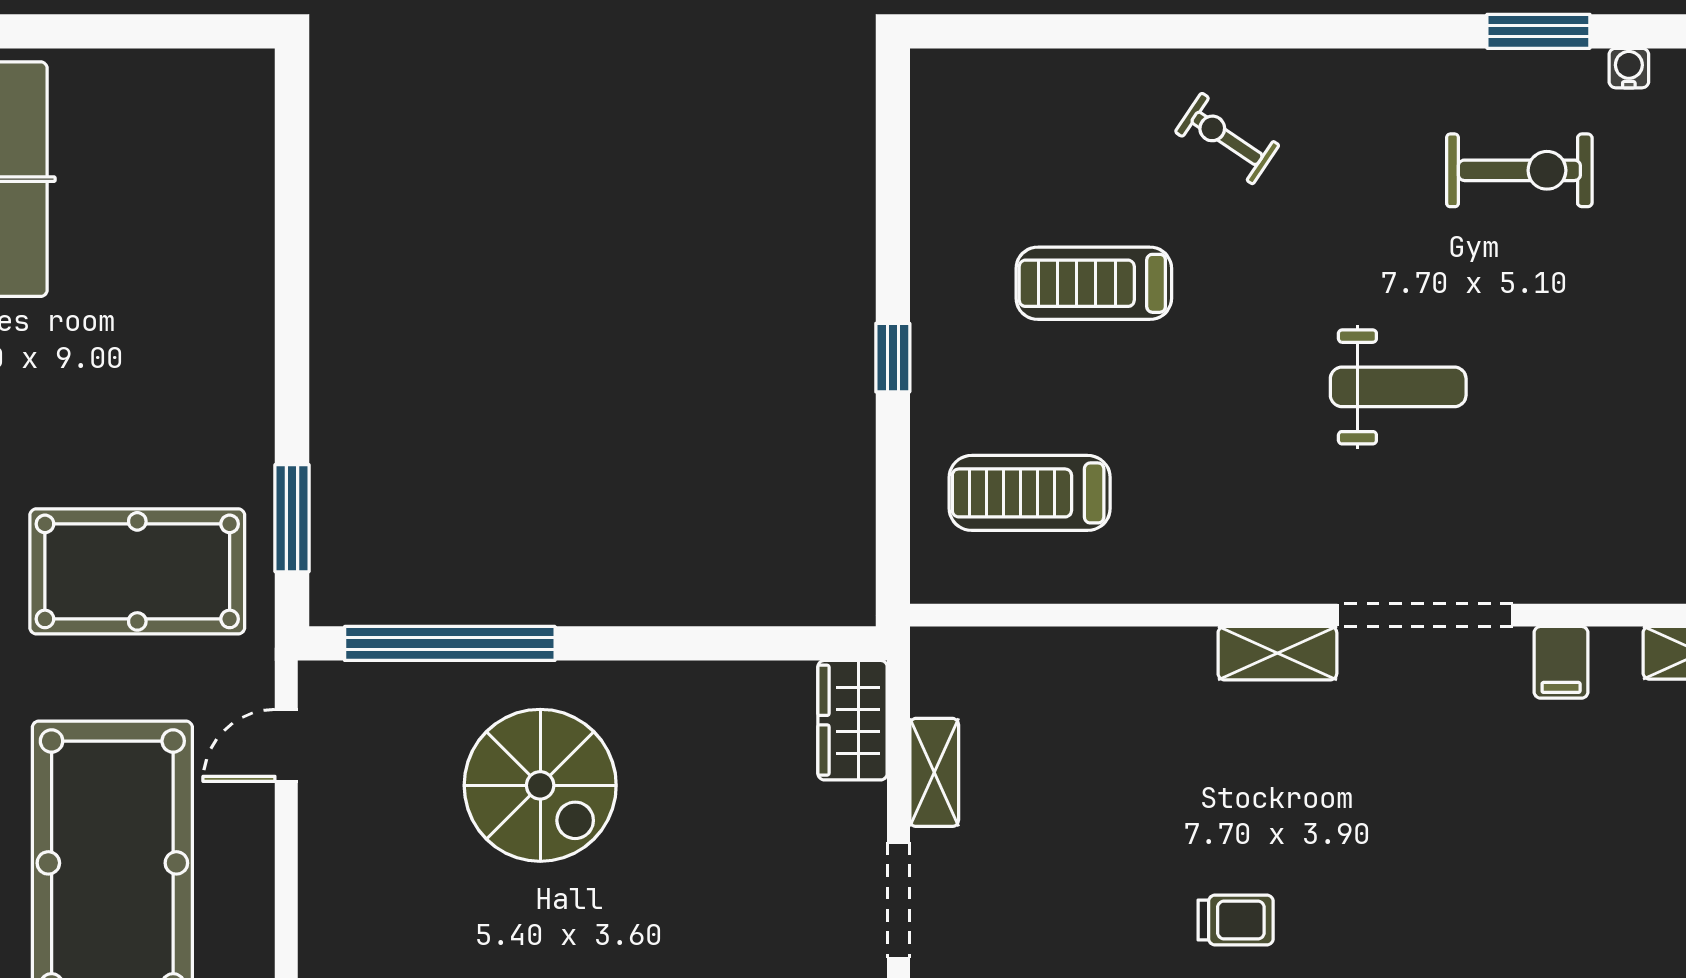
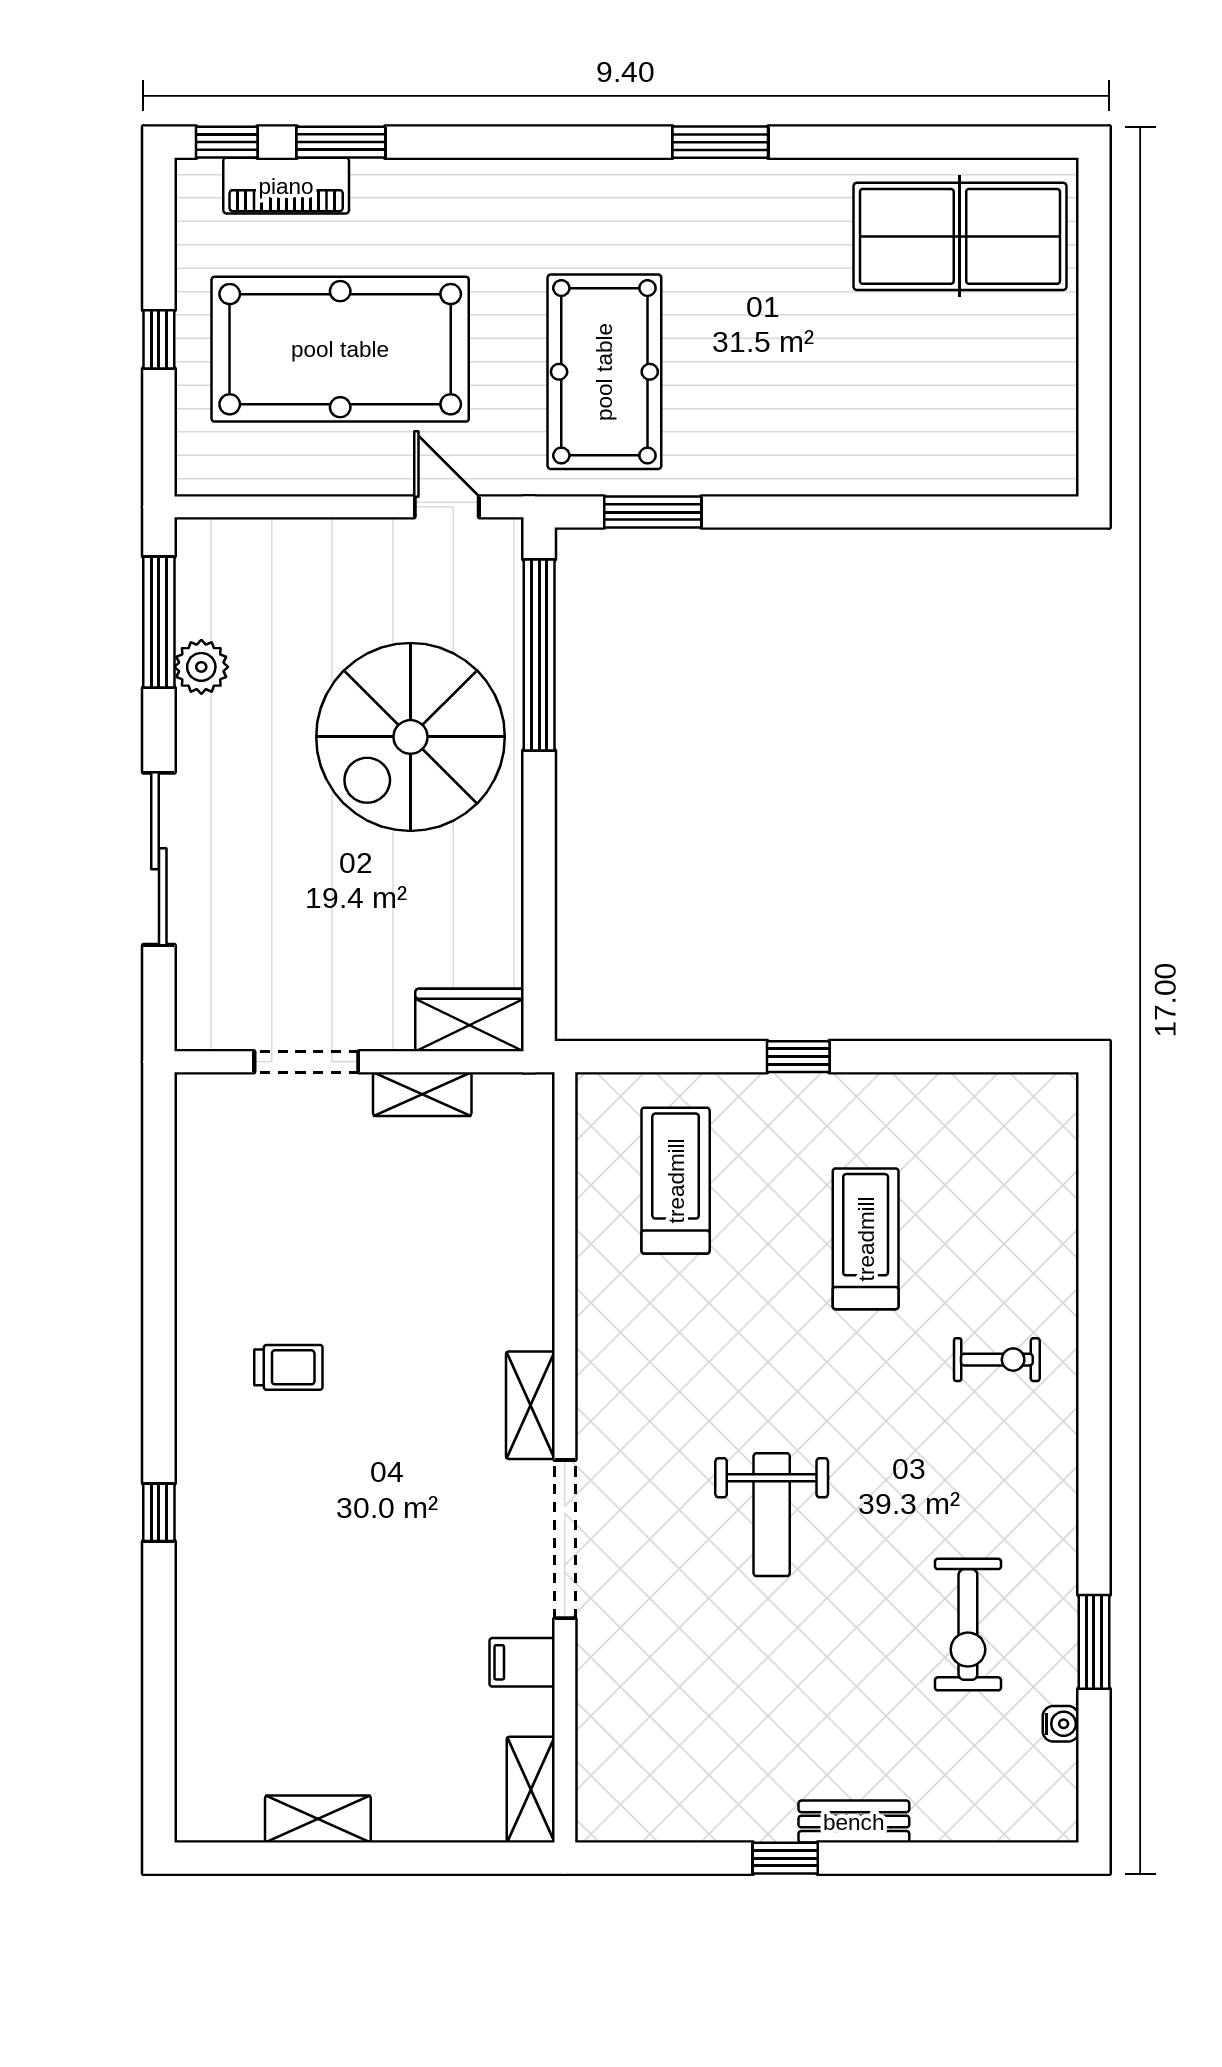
exercise bike: (1227, 138) -> (997, 1360), turned 56
spiral stairs: (540, 785) -> (410, 737), width x1.37, depth x1.37
trolley: (1236, 920) -> (288, 1367), turned -90

